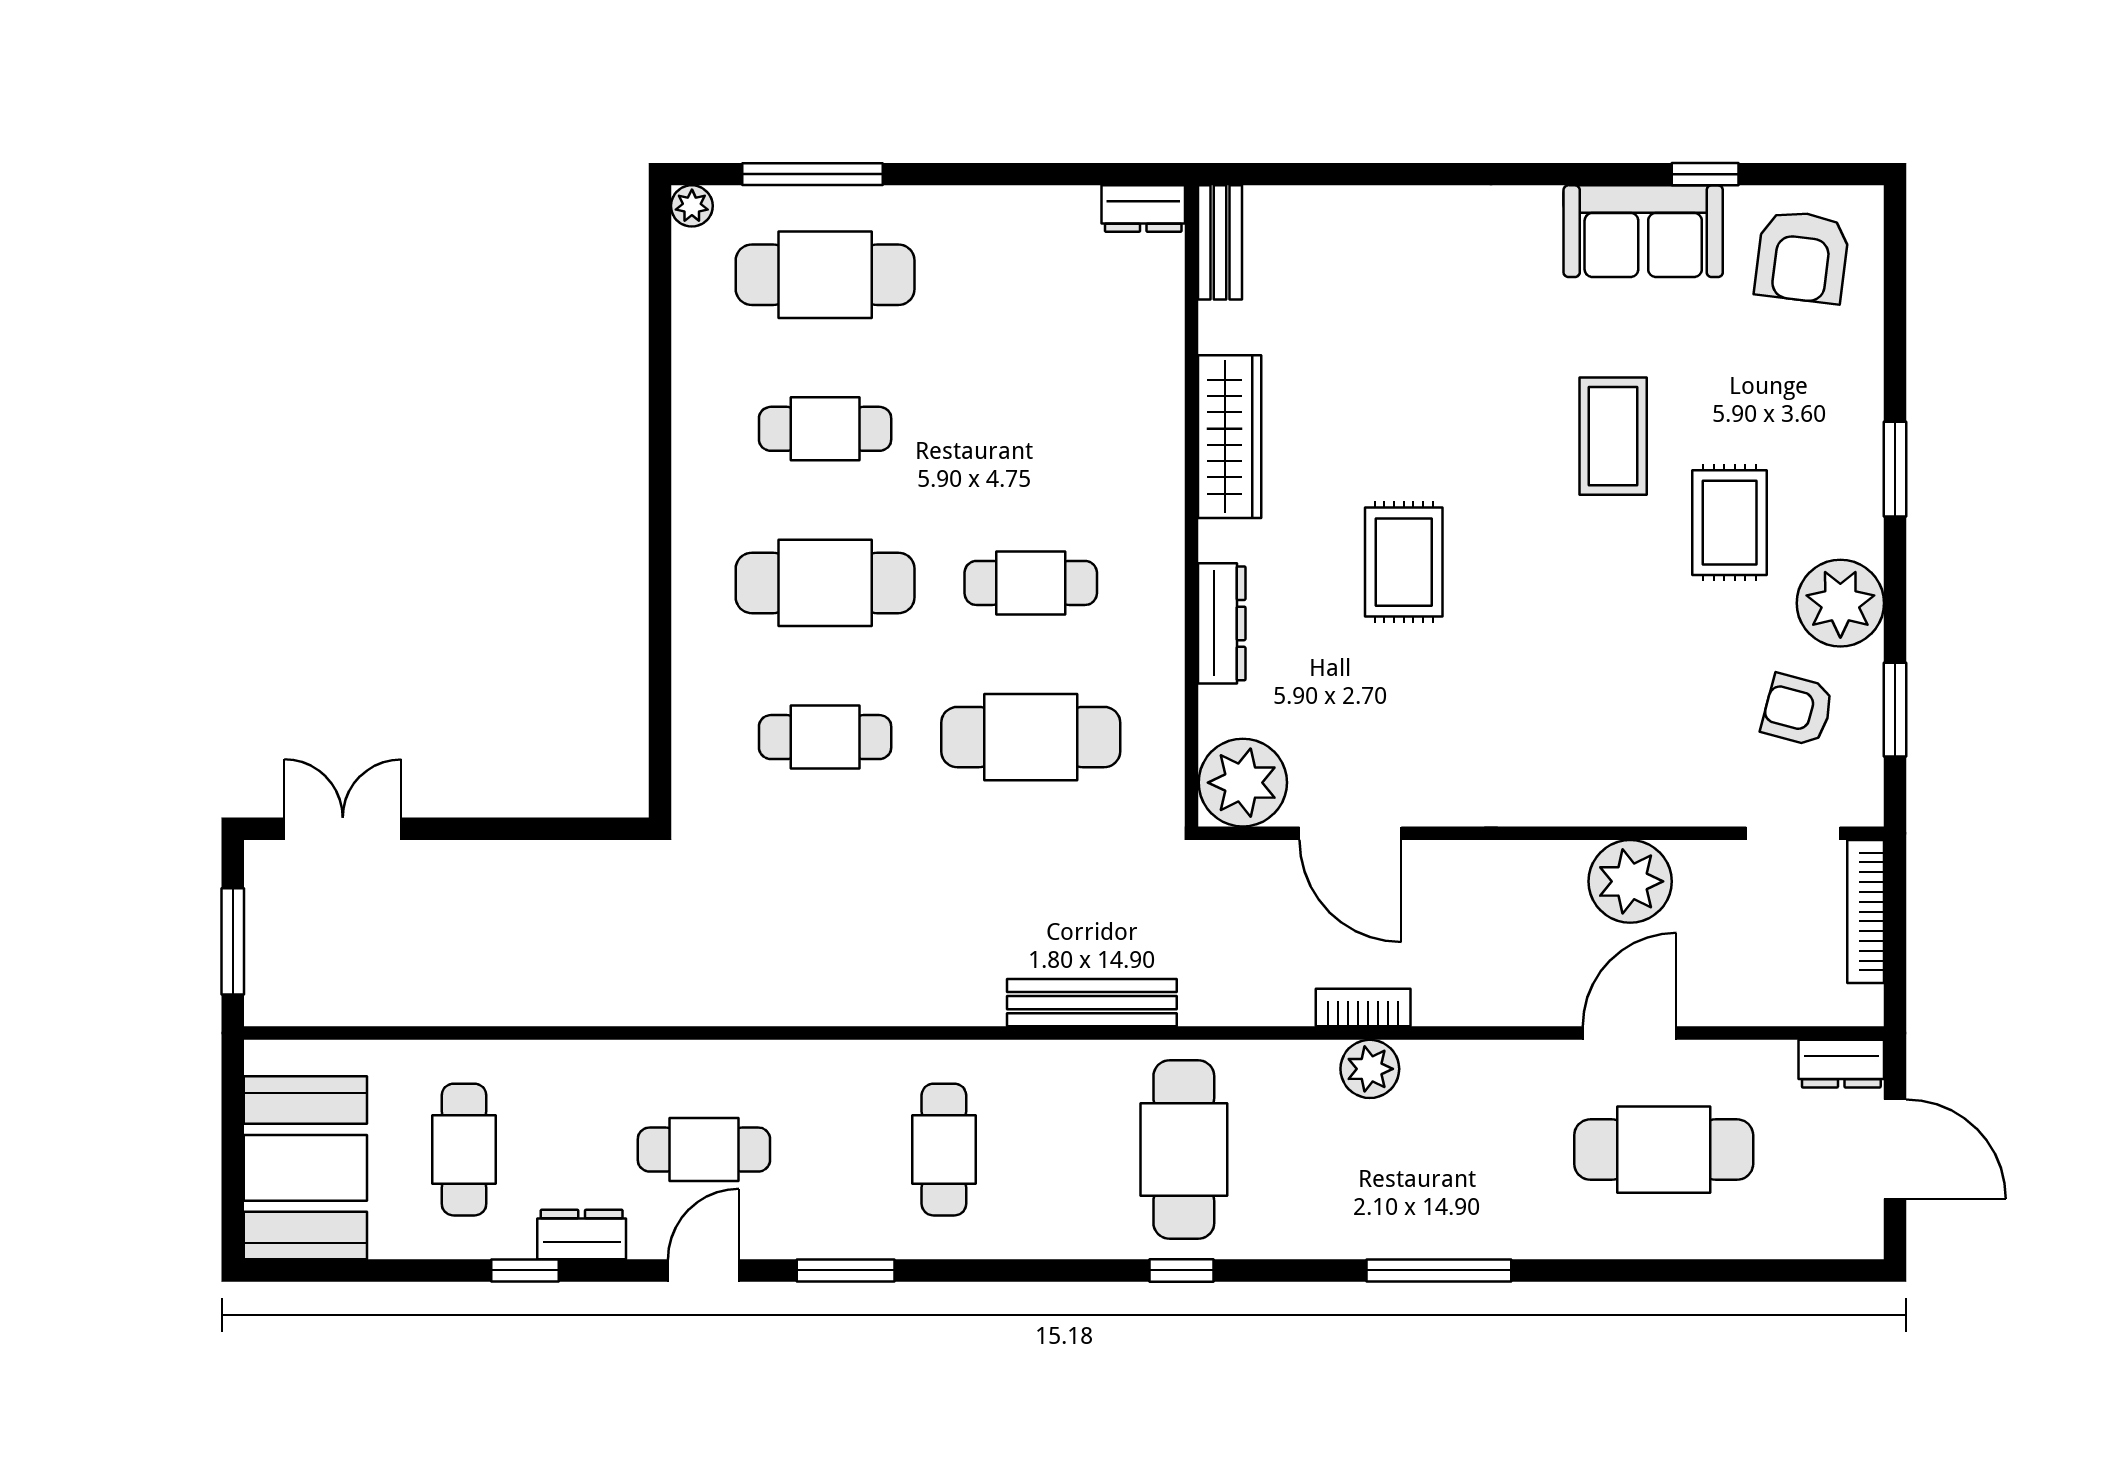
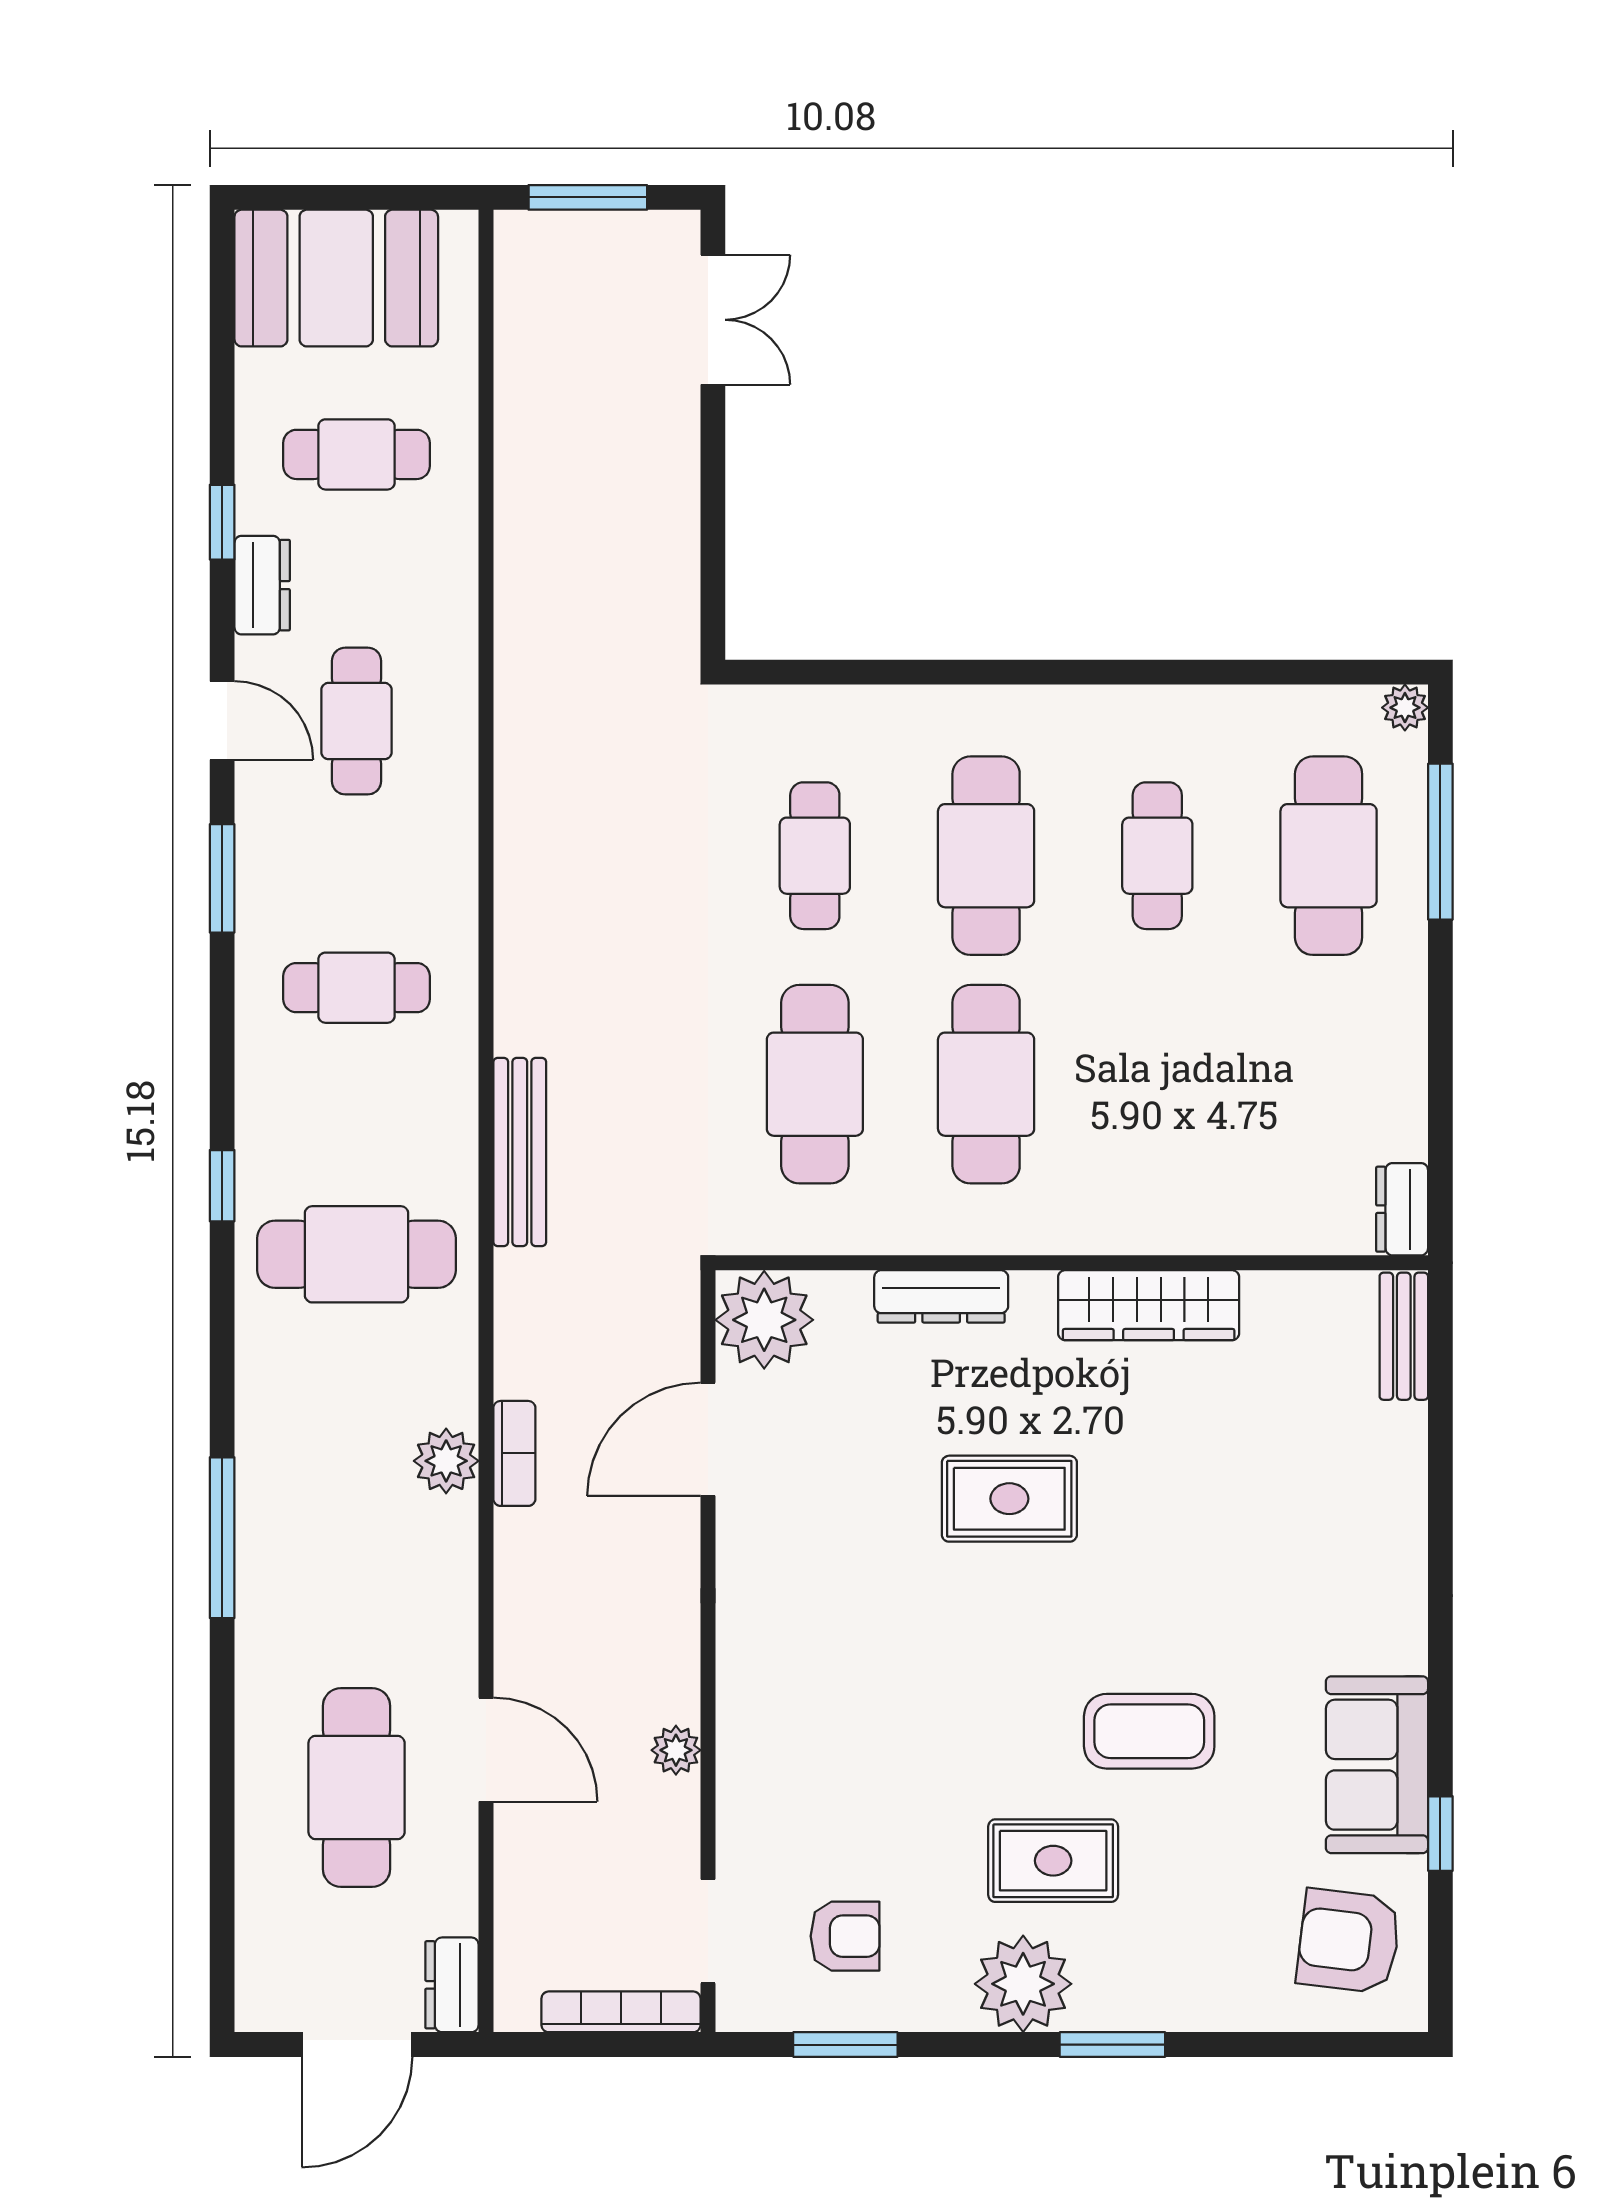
bench: (1220, 242) -> (1404, 1336), moved, turned 90
cafe table: (1031, 583) -> (986, 1084), width x1.37, depth x1.35
plant: (1840, 603) -> (1023, 1984), moved
armchair: (1797, 710) -> (845, 1936), turned 75
plant: (1630, 881) -> (676, 1750), width x0.53, depth x0.53
window: (1181, 1270) -> (222, 1186), moved

